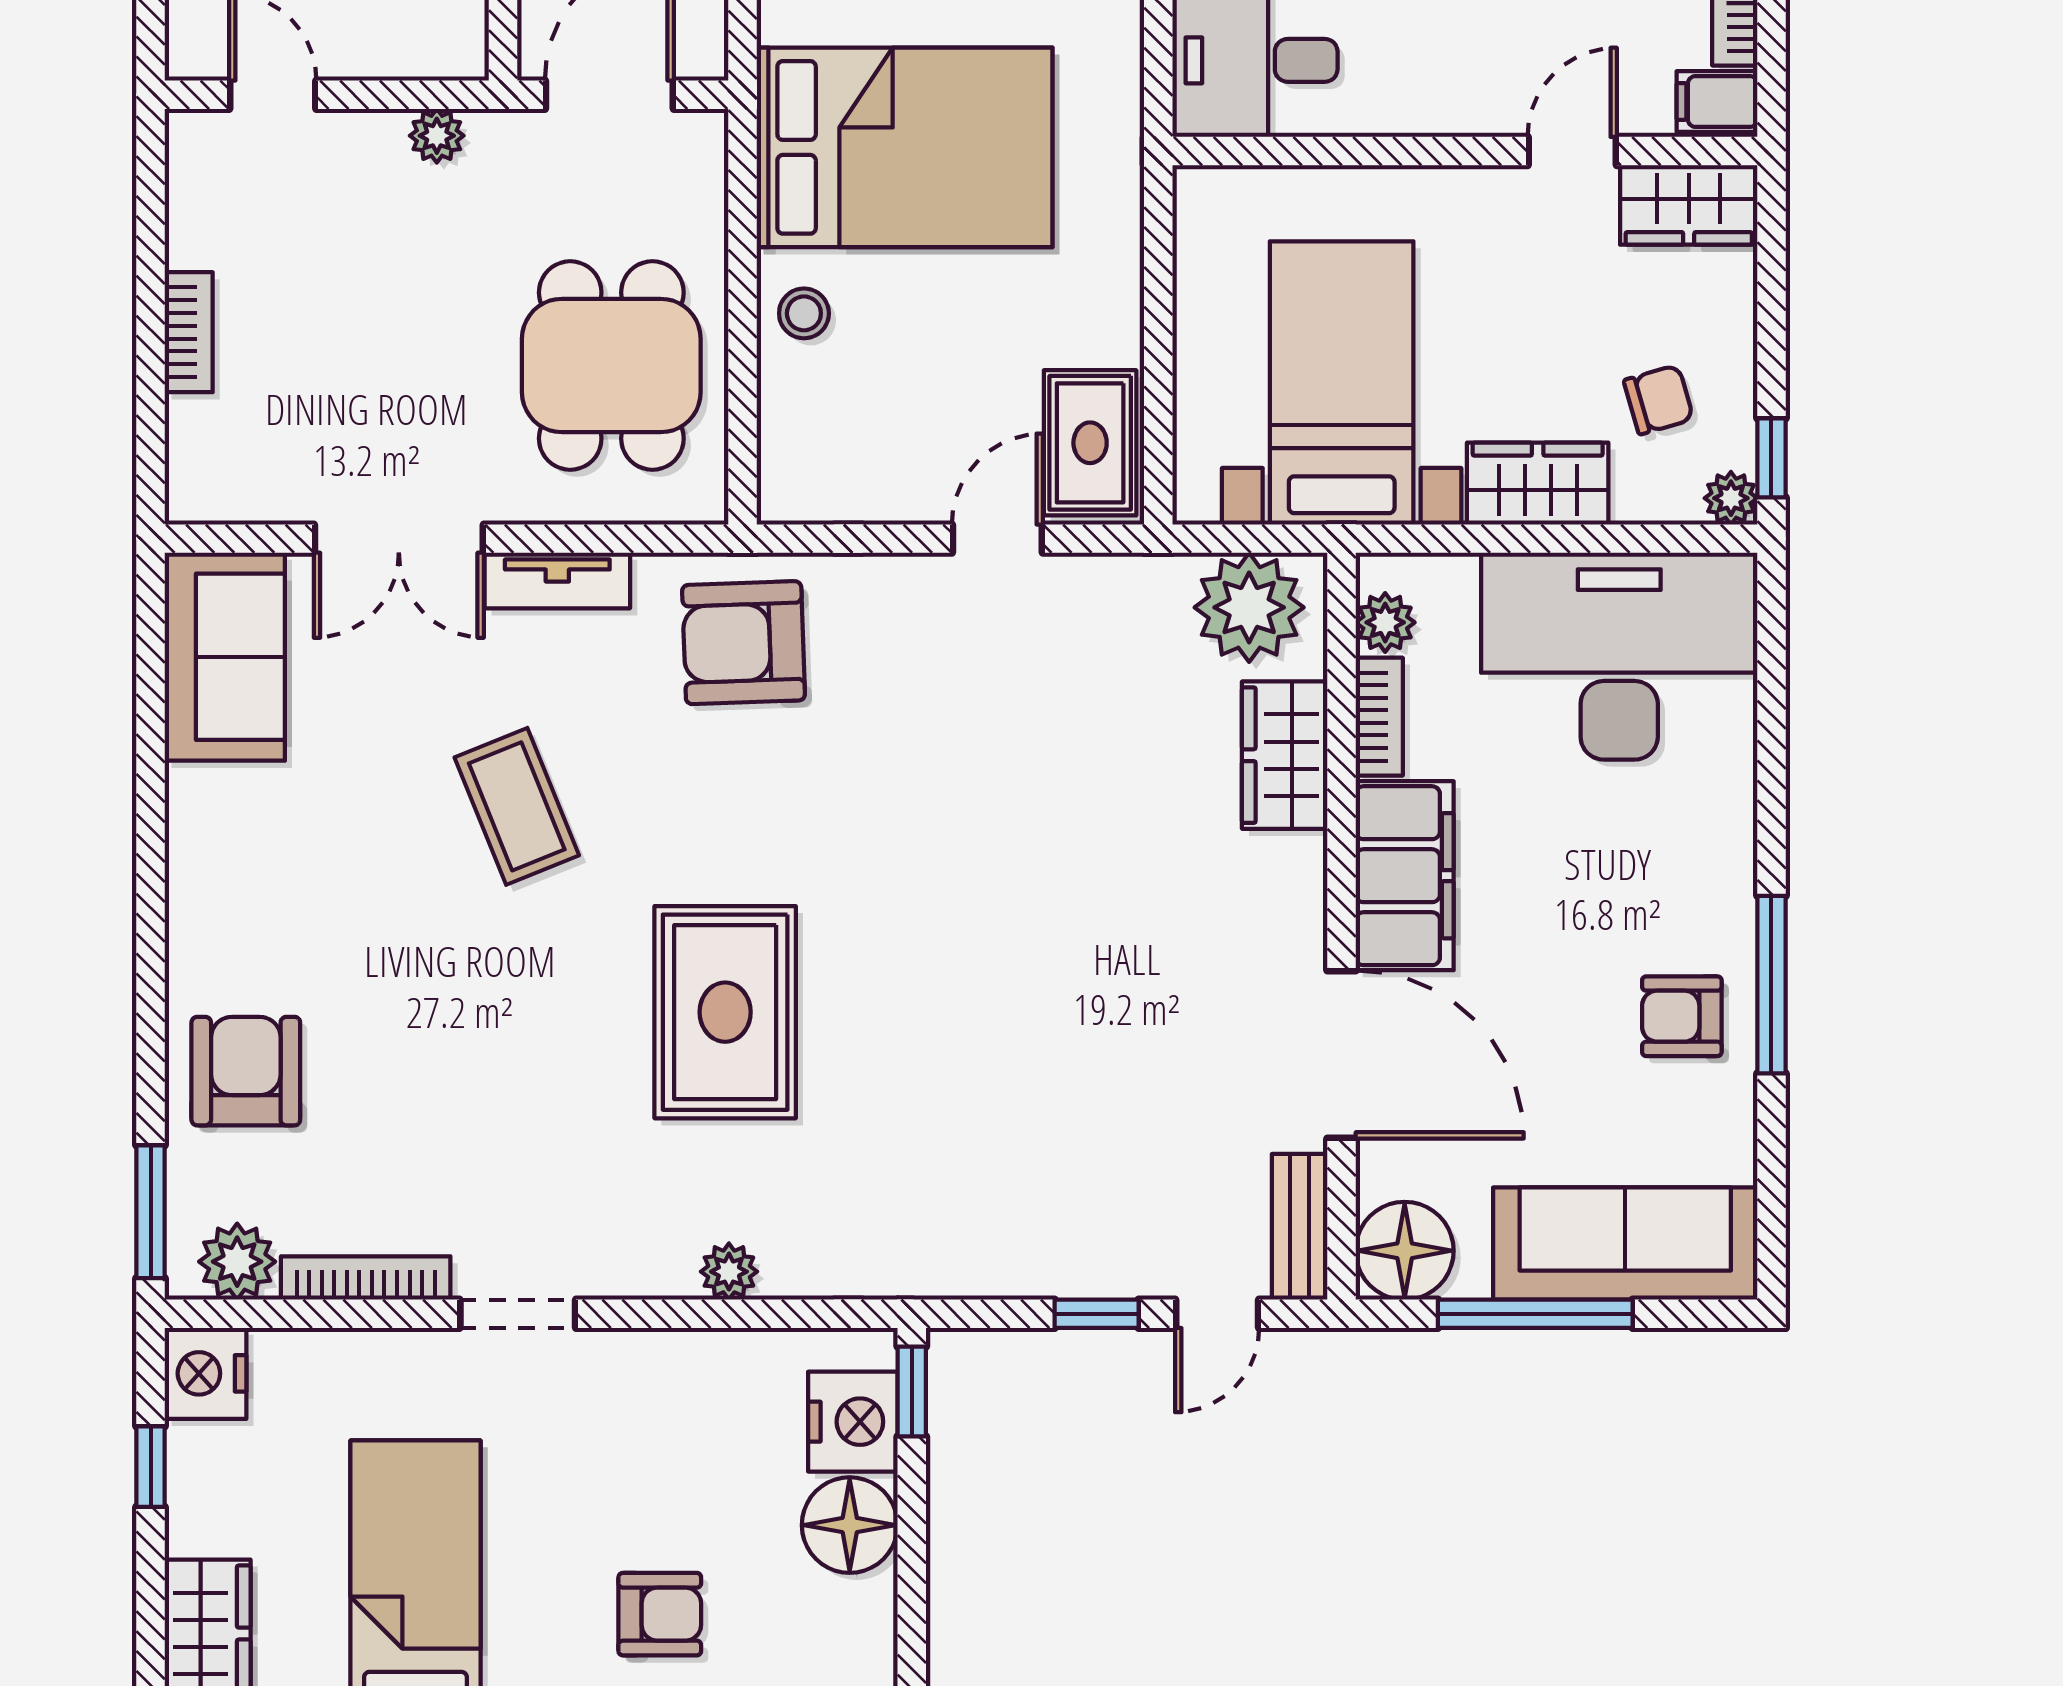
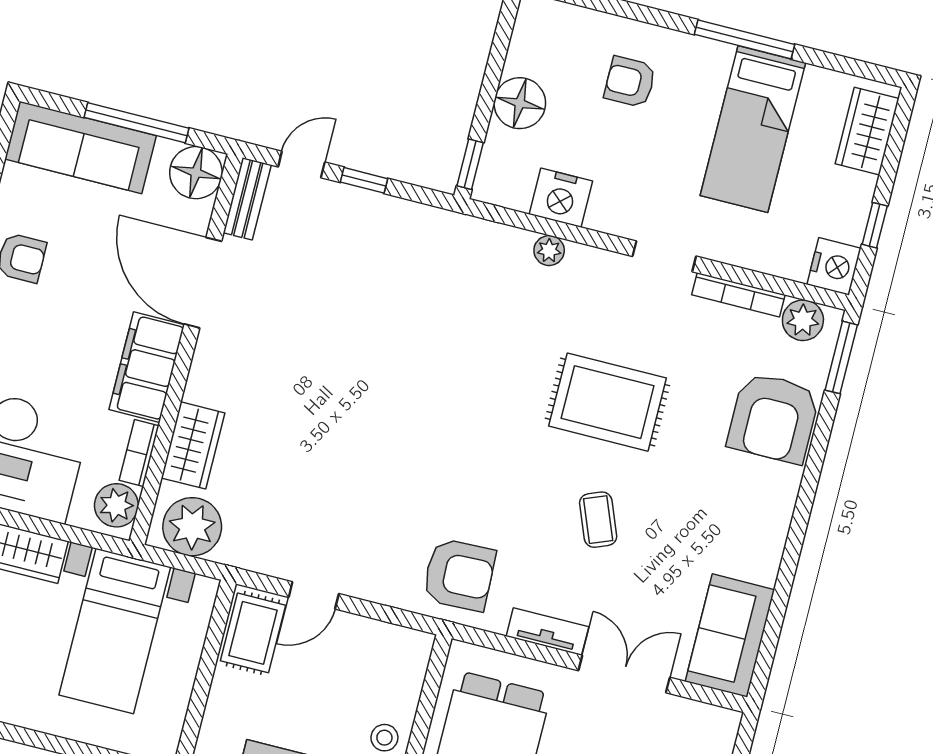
plant: (1385, 622) -> (116, 505), width x1.38, depth x1.38
coffee table: (517, 806) -> (598, 520), width x0.73, depth x0.77
rug: (725, 1012) -> (608, 402), moved, turned 90
armchair: (246, 1071) -> (773, 418), width x1.36, depth x1.36
nightstand: (853, 1422) -> (561, 198), moved, turned -90

